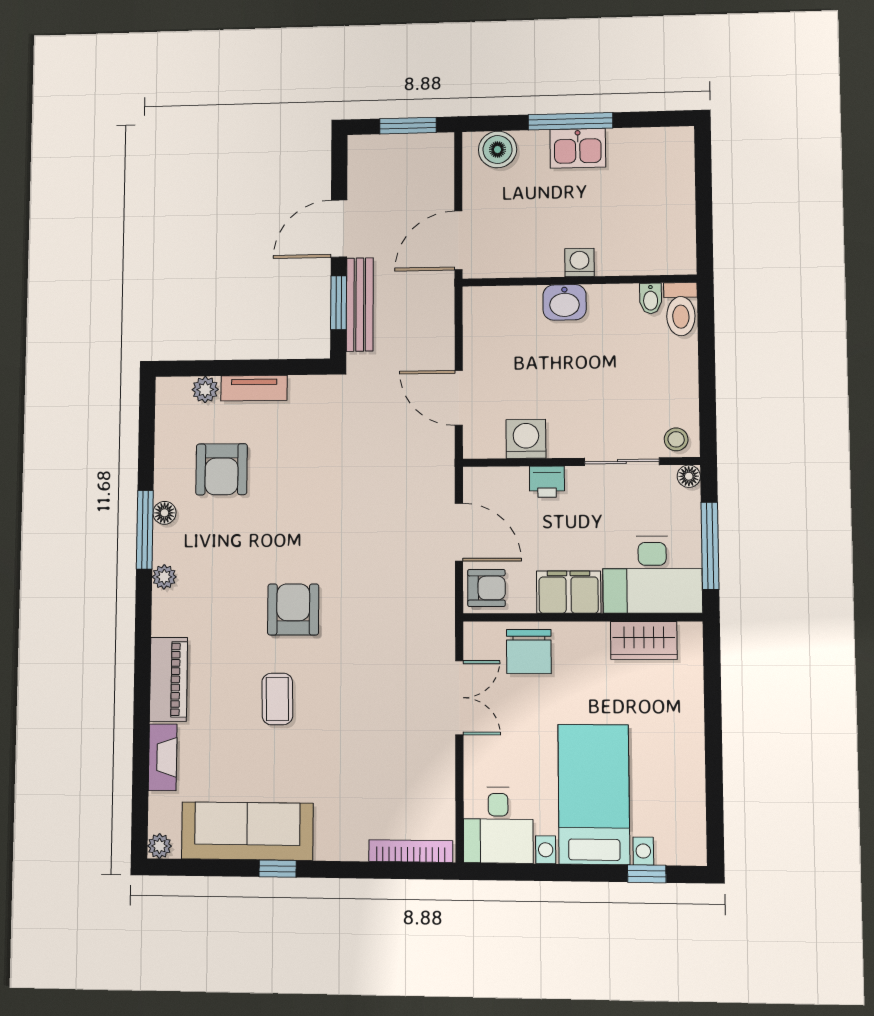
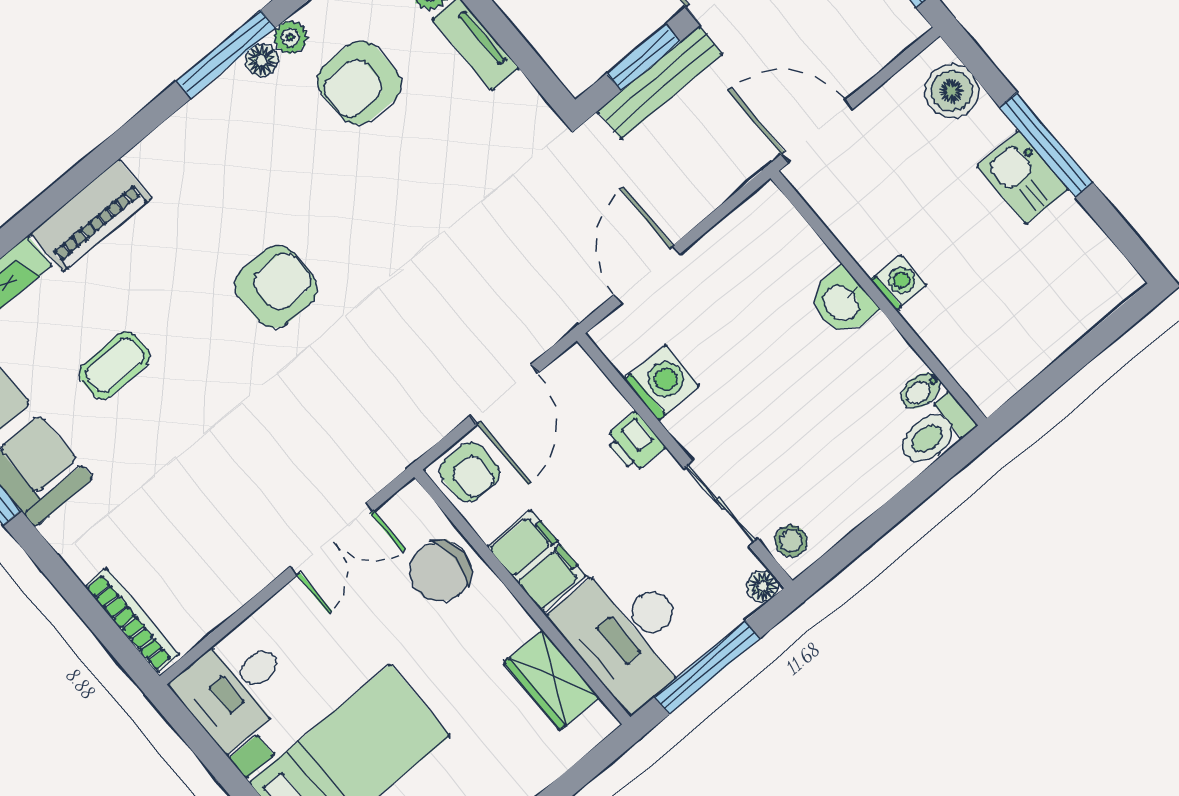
plant: (164, 577) -> (291, 37), moved
coffee table: (277, 699) -> (115, 365), moved

